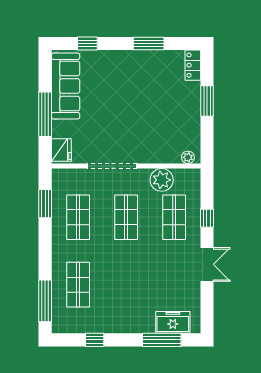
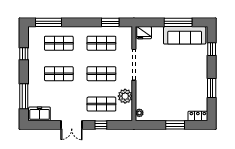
window: (45, 114) -> (178, 22), moved
shop shelf: (126, 285) -> (59, 74), added
freezer: (173, 322) -> (39, 114), moved, turned -90

